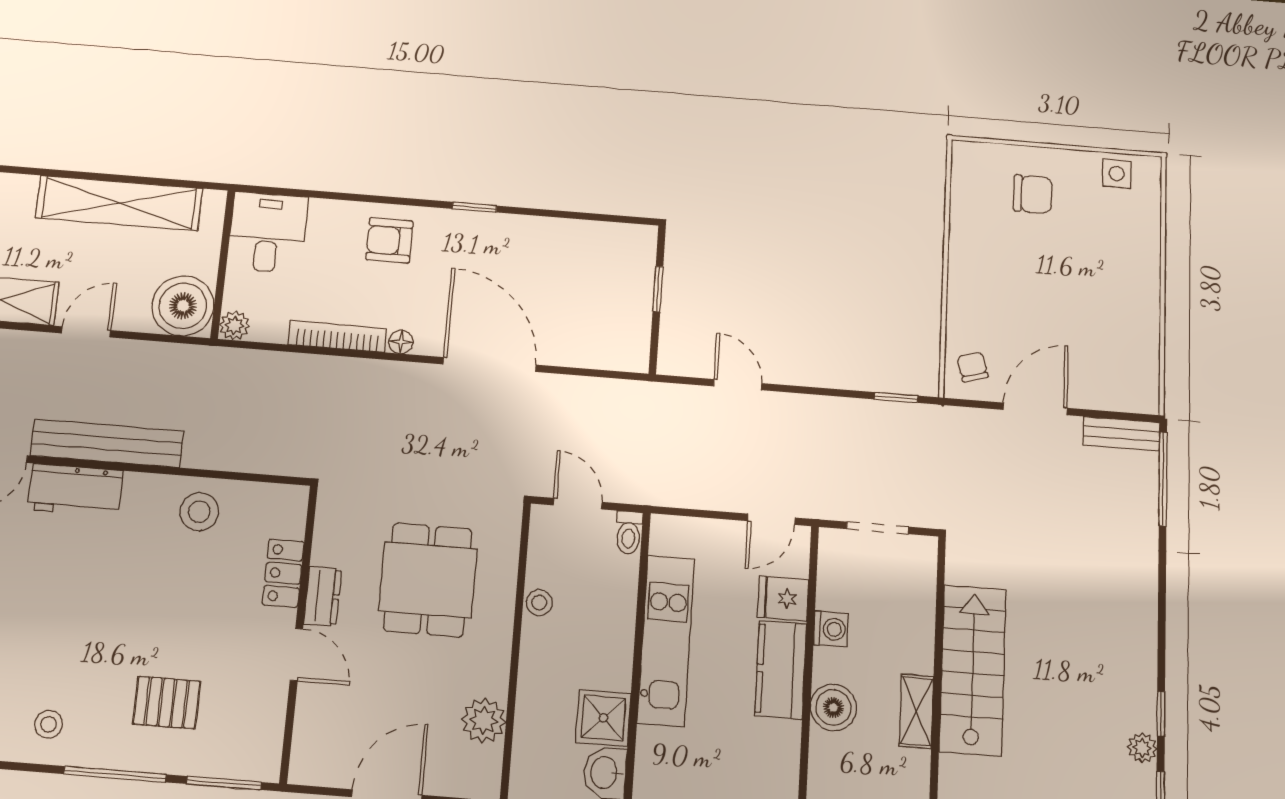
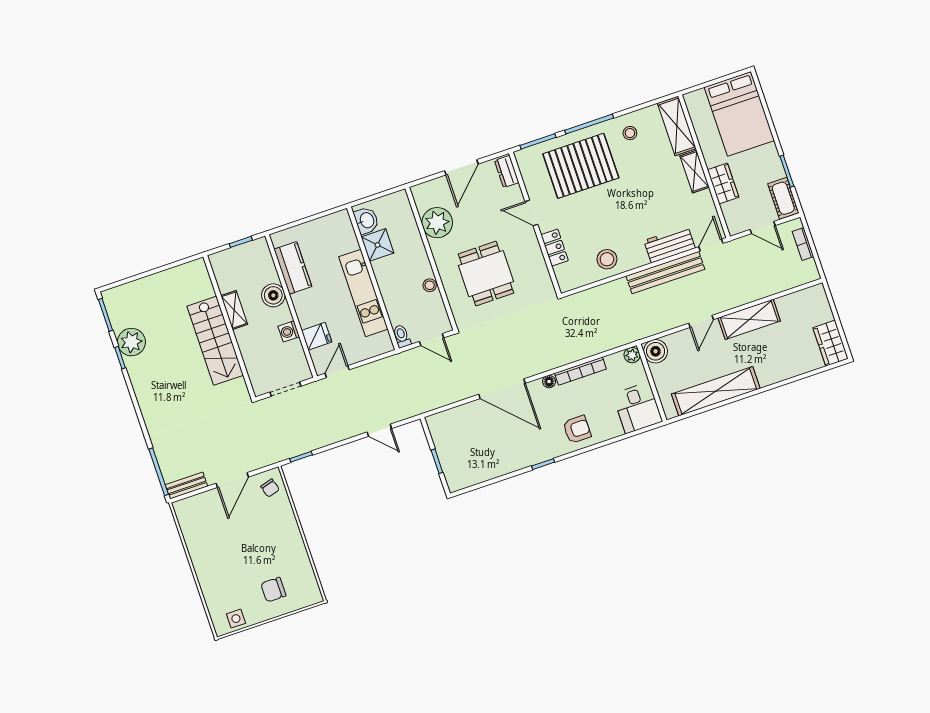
boiler: (183, 306) -> (656, 351), width x0.73, depth x0.73
dresser: (323, 596) -> (507, 172), moved
kitchen counter: (781, 670) -> (293, 268), moved
pallet: (167, 703) -> (581, 166), width x2.05, depth x2.00
plant: (484, 721) -> (437, 223), width x1.36, depth x1.36
plant: (1142, 748) -> (131, 342), width x1.88, depth x1.88

